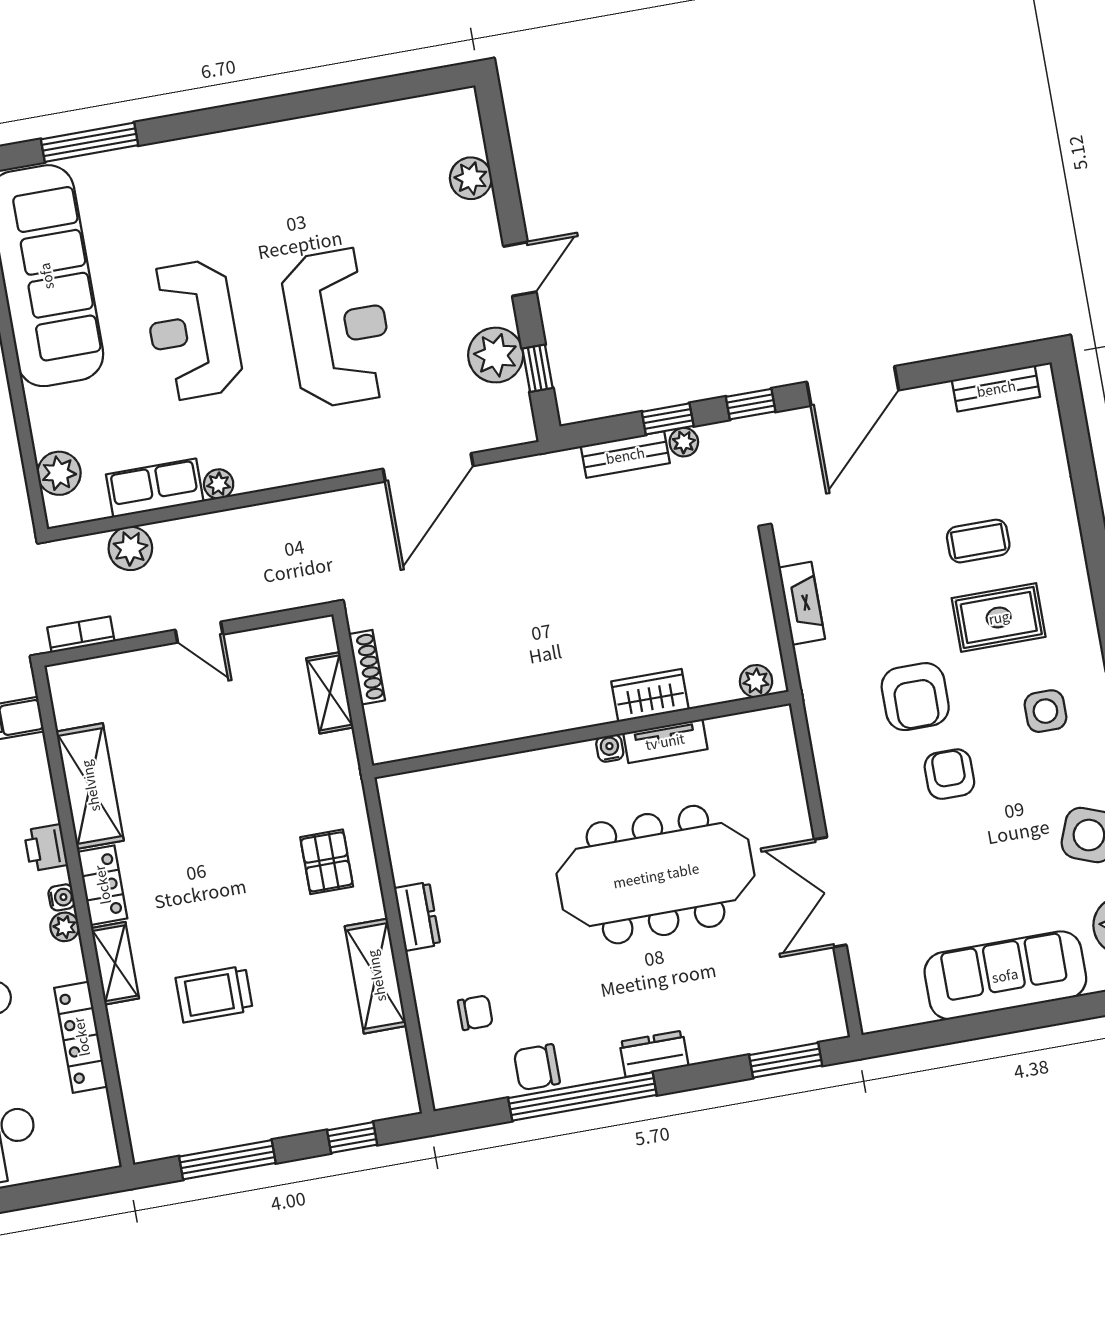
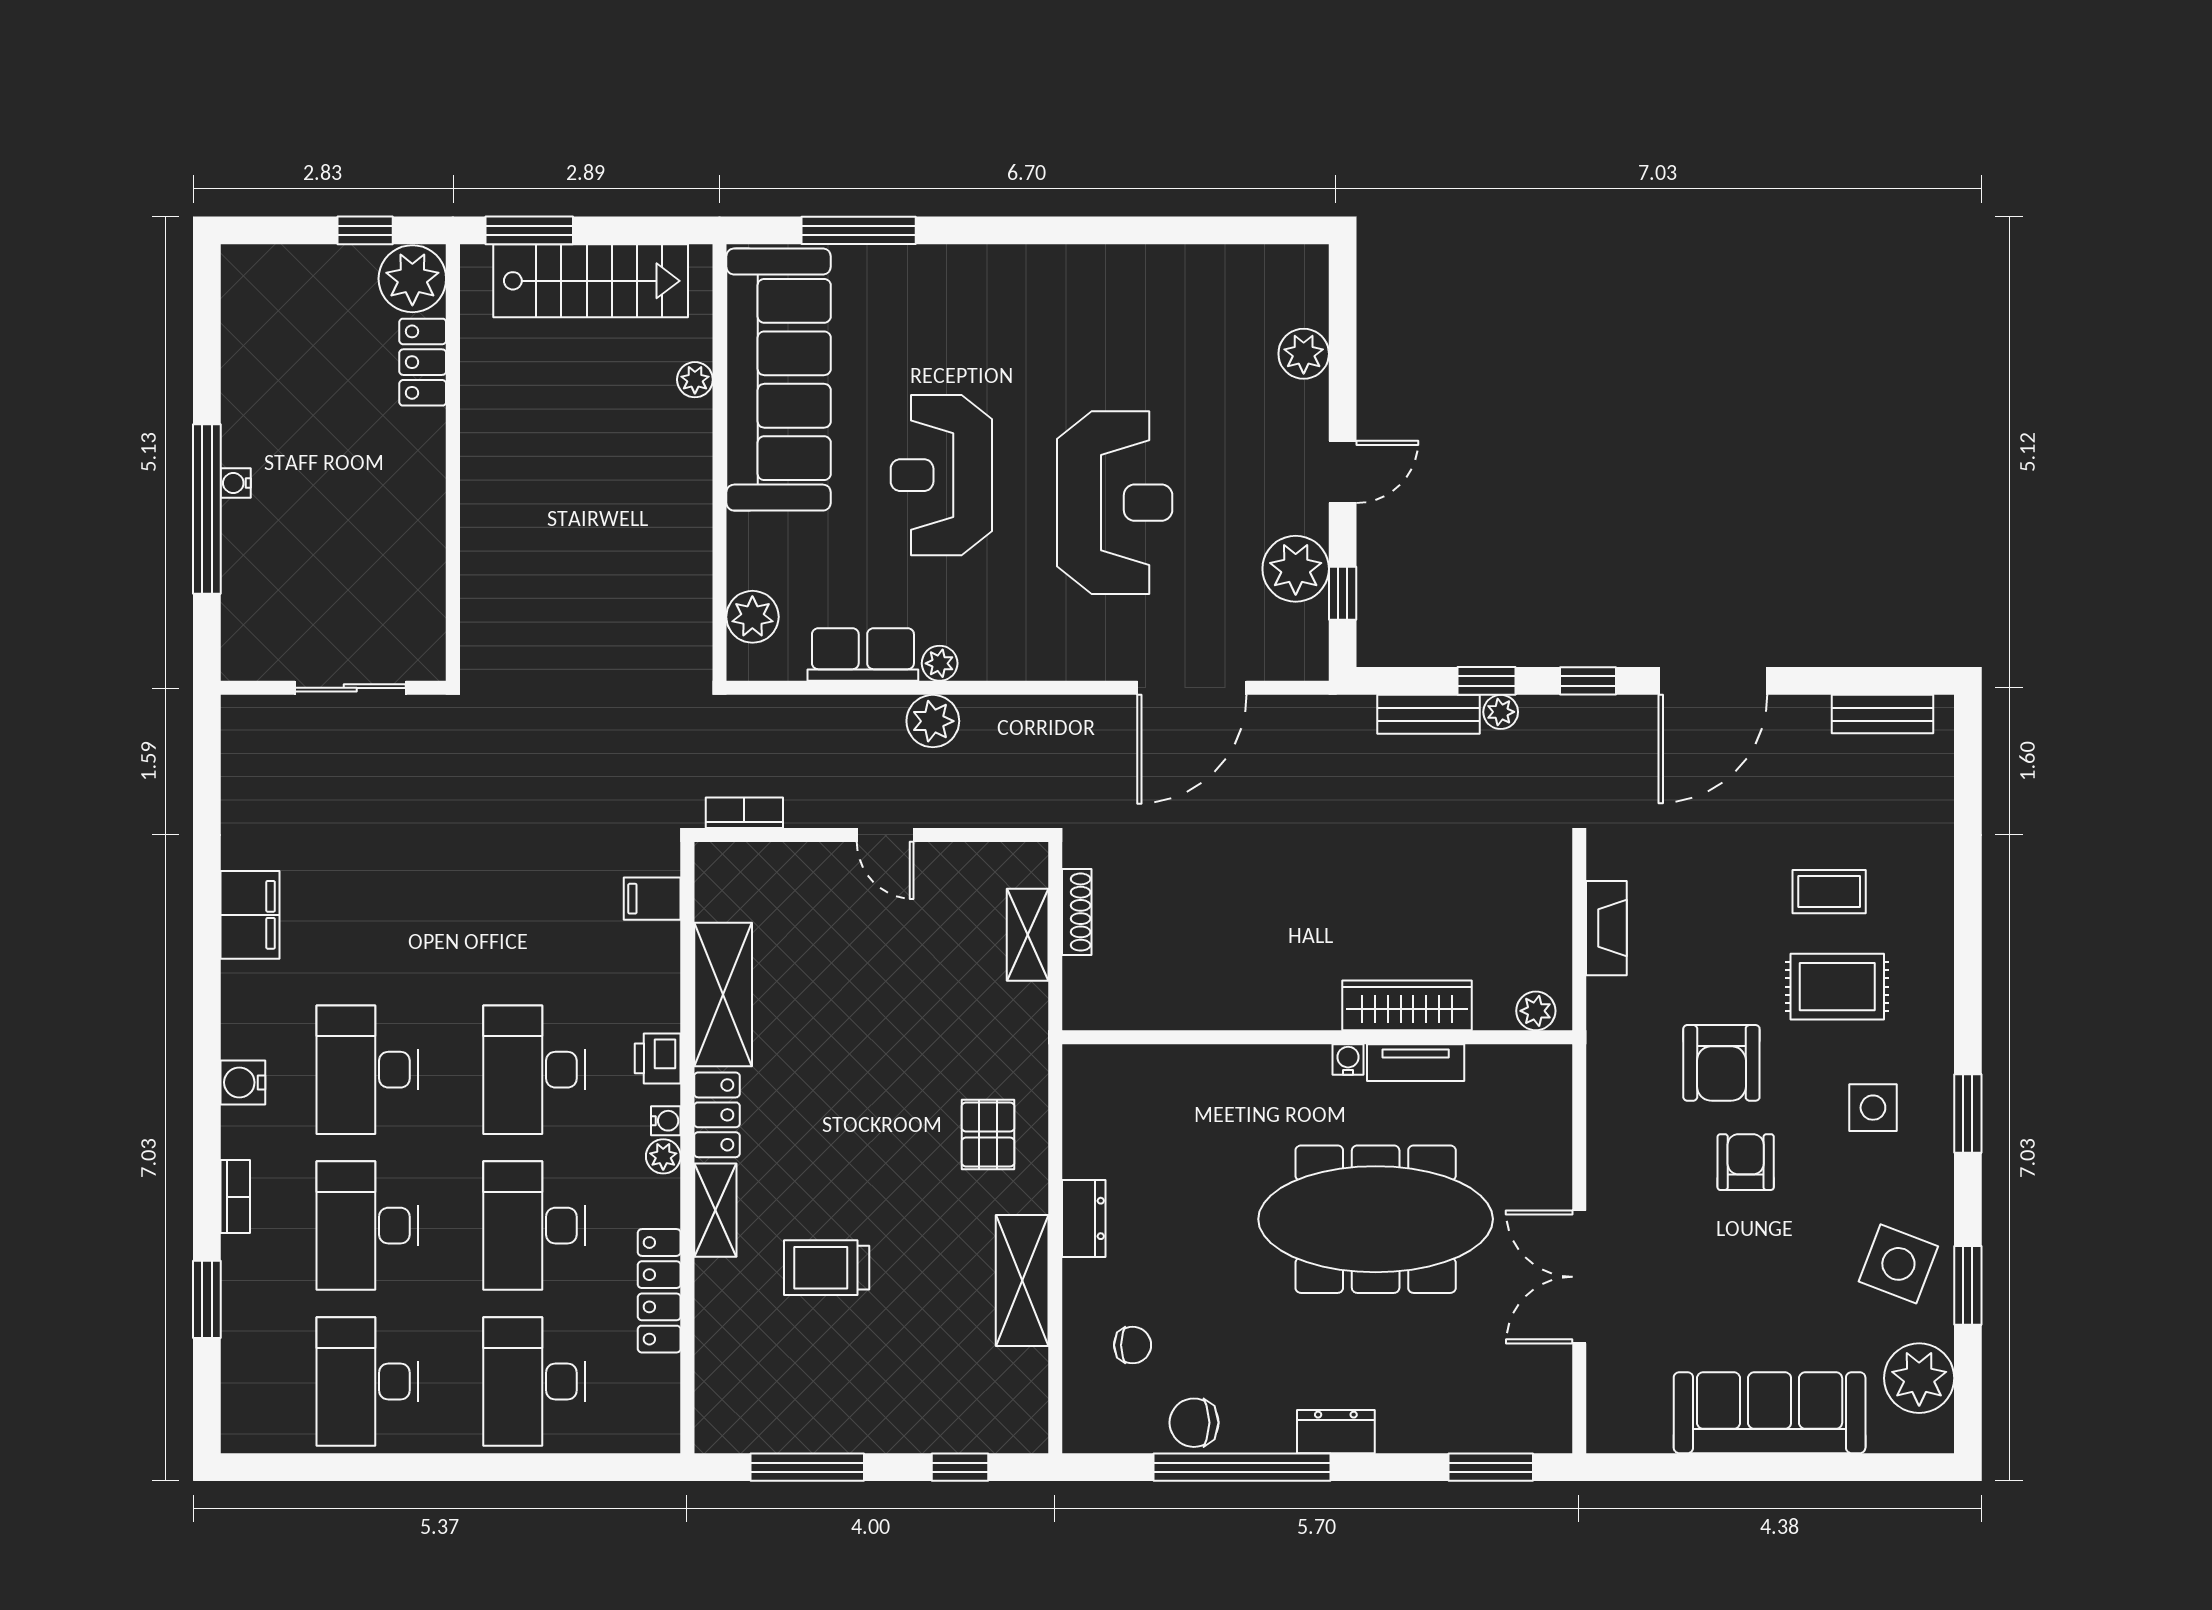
plant: (130, 548) -> (933, 721), moved
wardrobe: (650, 695) -> (1407, 1005), width x1.50

